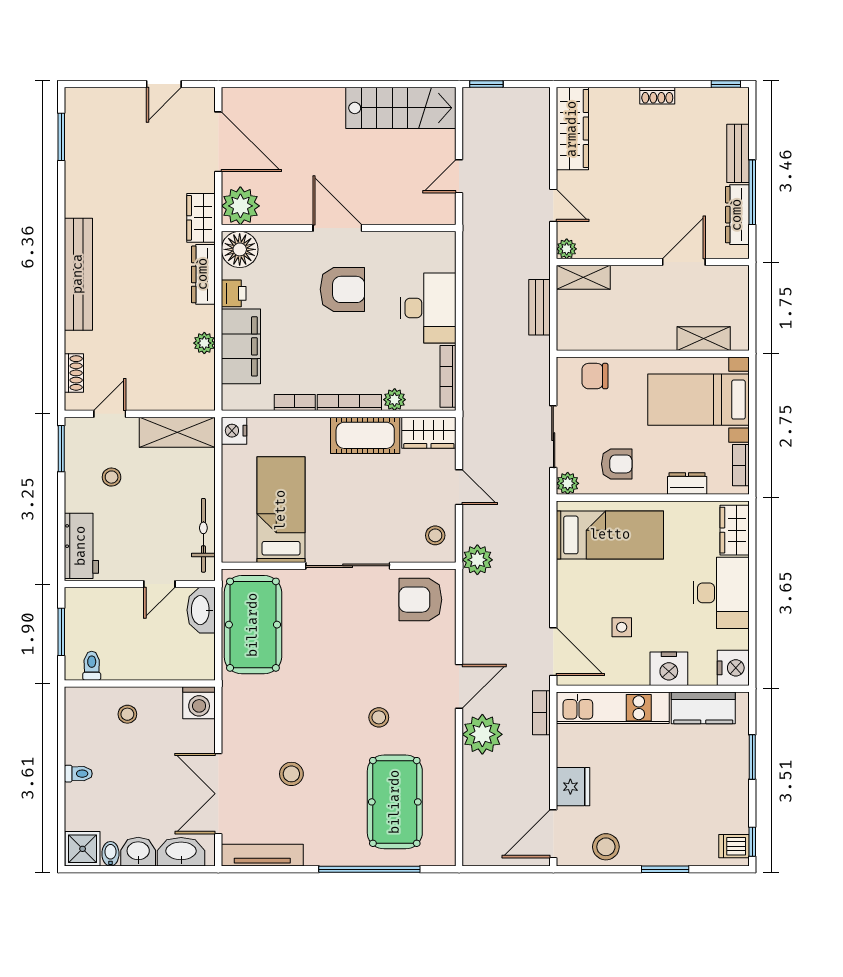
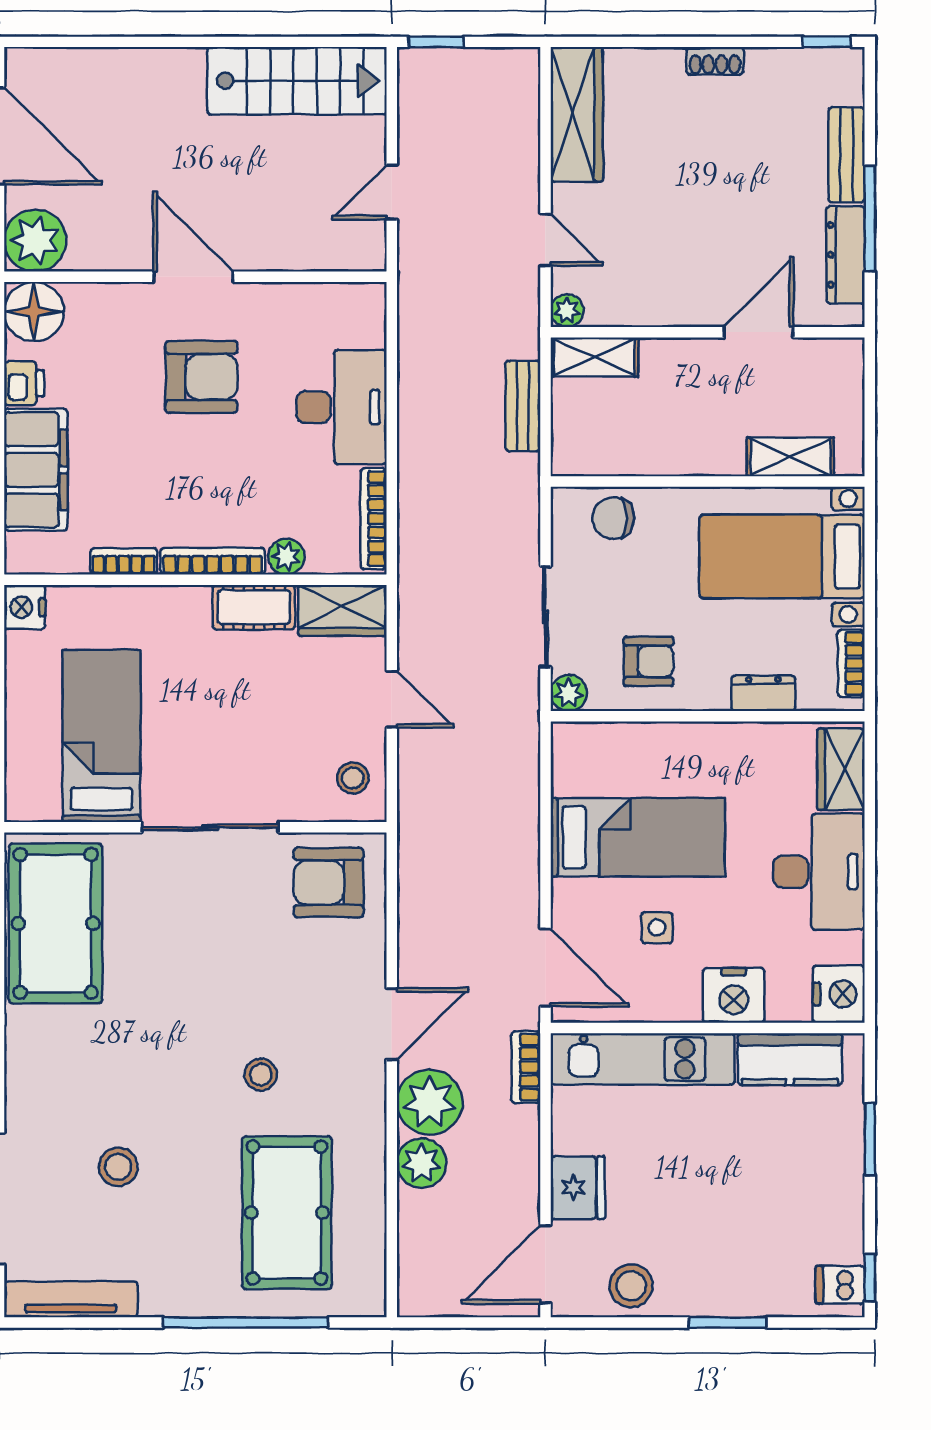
cot: (365, 435) -> (254, 607), width x0.73, depth x0.75
bed: (610, 535) -> (638, 837), moved
plant: (477, 560) -> (422, 1163), moved

